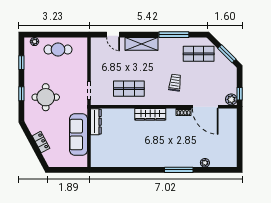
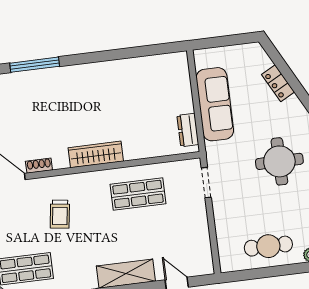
dresser: (96, 122) -> (188, 130), width x0.70

